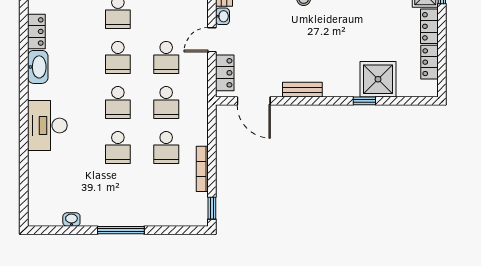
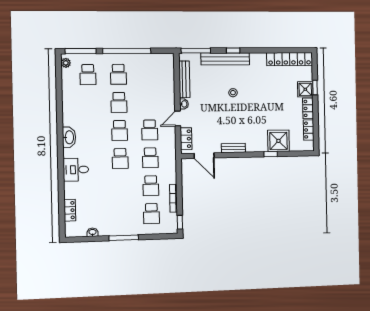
locker: (36, 31) -> (70, 210), moved
desk: (47, 126) -> (76, 170), width x0.73
school desk: (118, 148) -> (151, 214), moved

